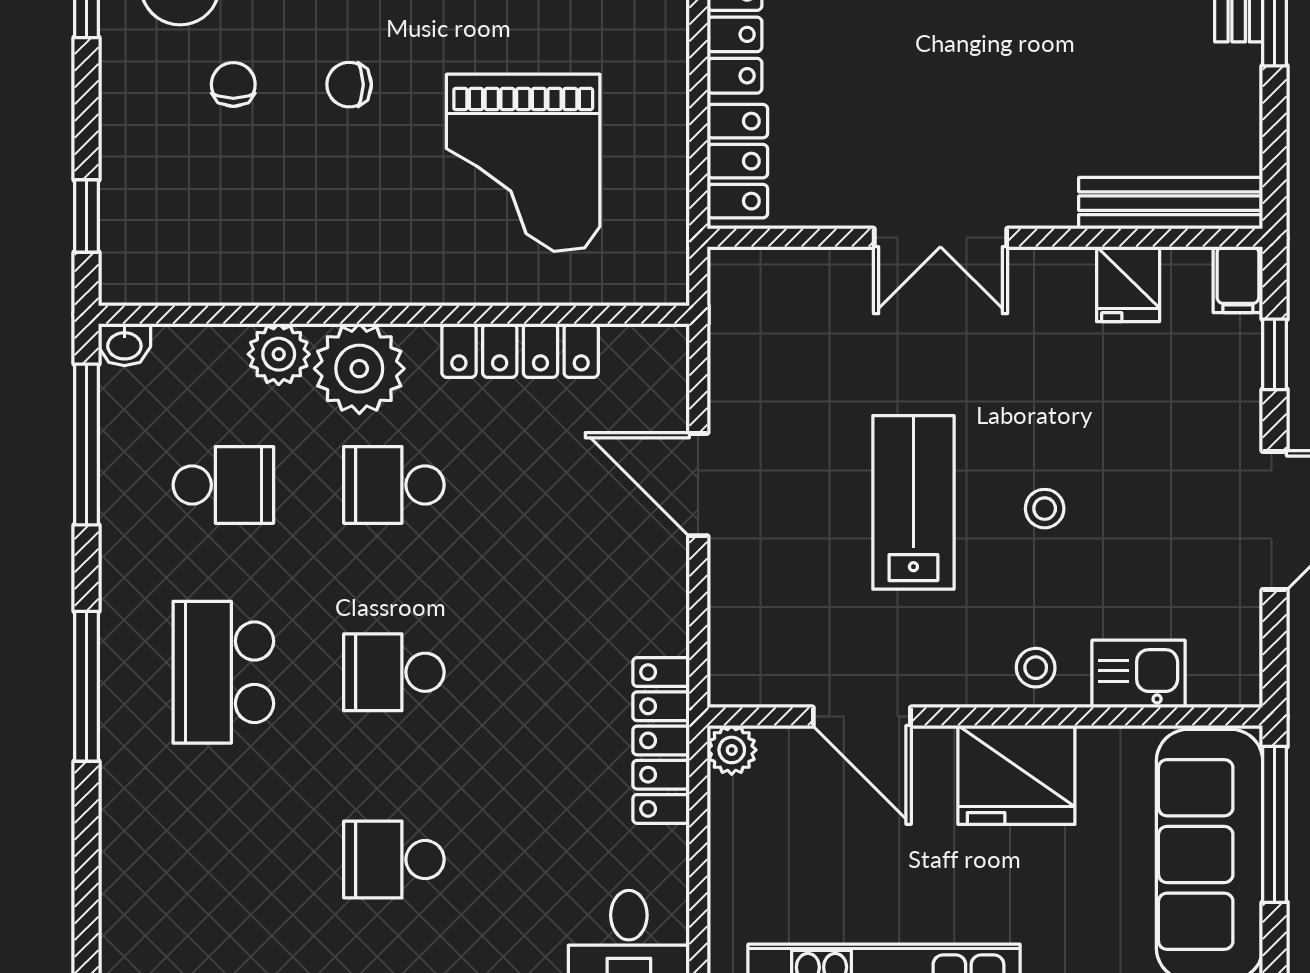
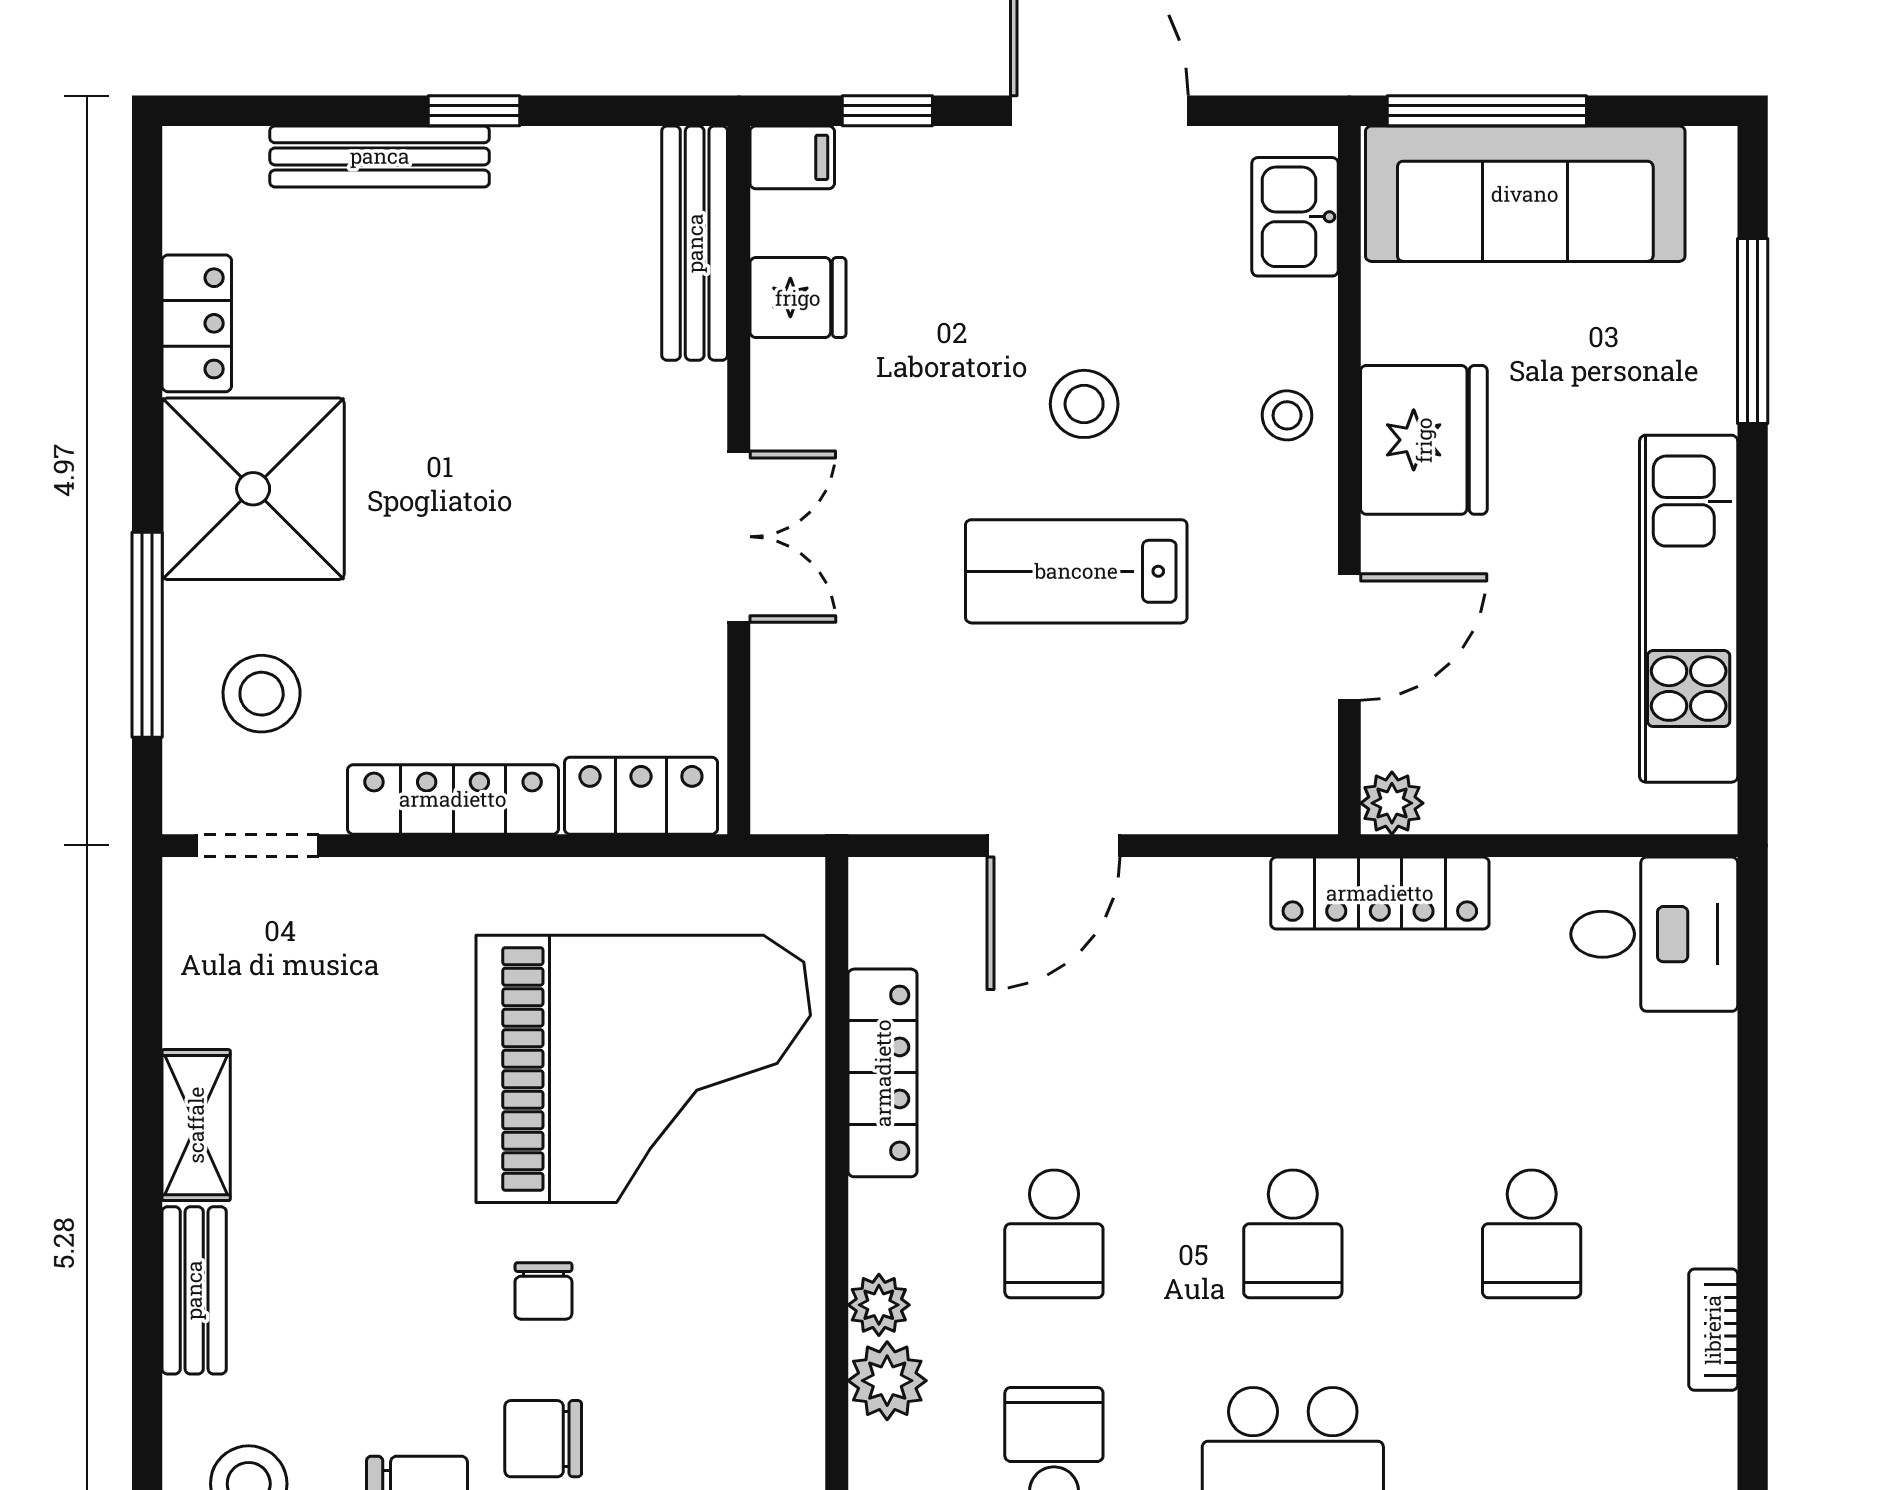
chair: (233, 84) -> (543, 1439), width x1.37, depth x1.37
grand piano: (523, 163) -> (643, 1069), width x1.37, depth x1.48
plant: (359, 369) -> (879, 1305), width x0.53, depth x0.53
stool: (1045, 509) -> (1084, 404), width x1.37, depth x1.37
kitchen sink: (1138, 674) -> (1295, 217), moved

